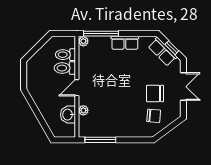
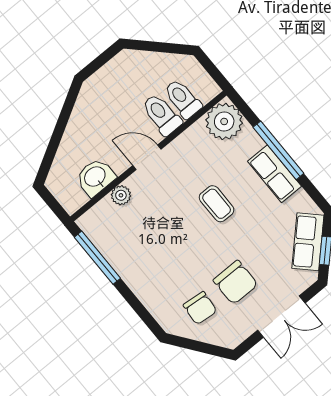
window: (101, 34) -> (278, 150), moved
plant: (83, 41) -> (224, 121), width x1.87, depth x1.87
coffee table: (118, 75) -> (217, 204), added
chair: (155, 93) -> (235, 282), turned 180

